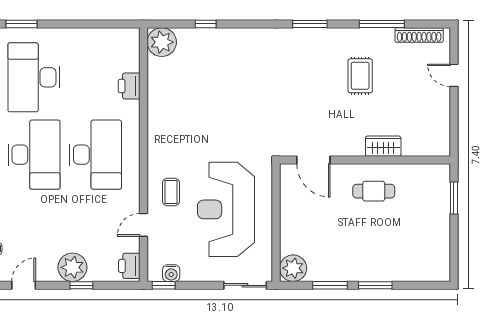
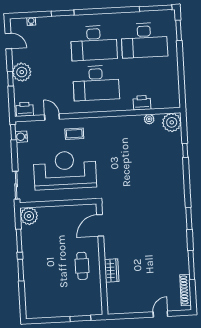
plant: (155, 76) -> (149, 119), added
rug: (360, 76) -> (157, 253), removed
desk: (34, 77) -> (144, 40), turned 180

